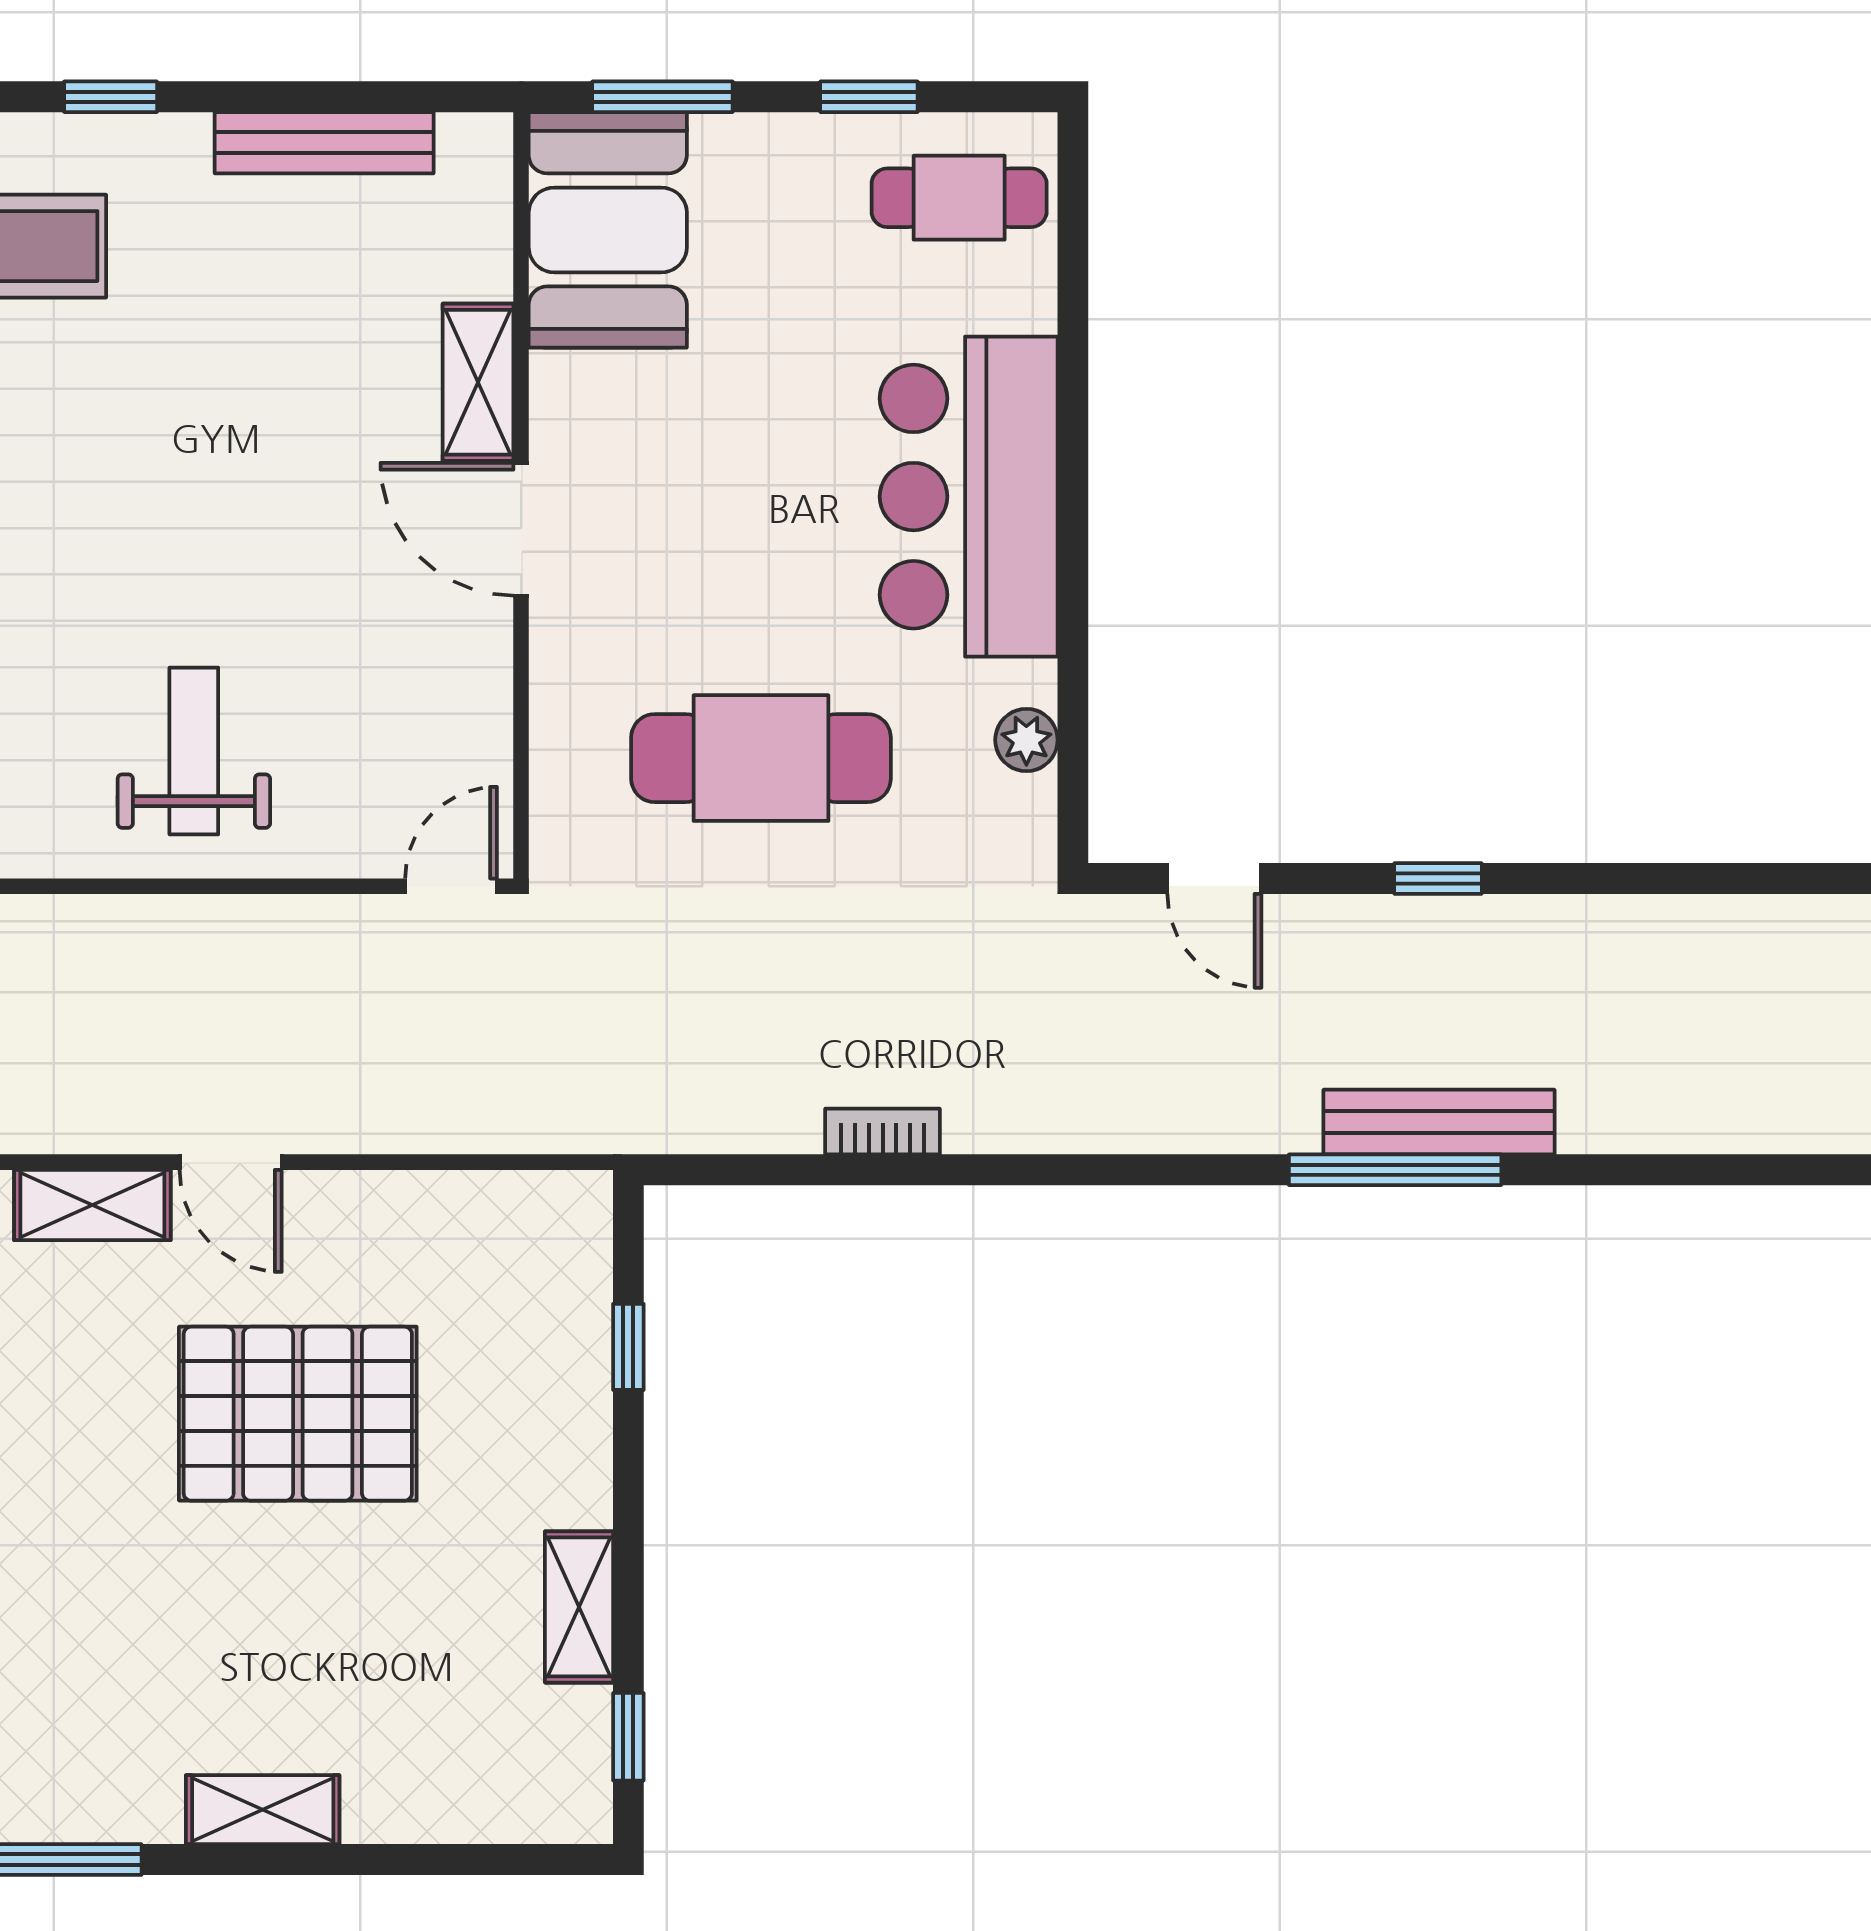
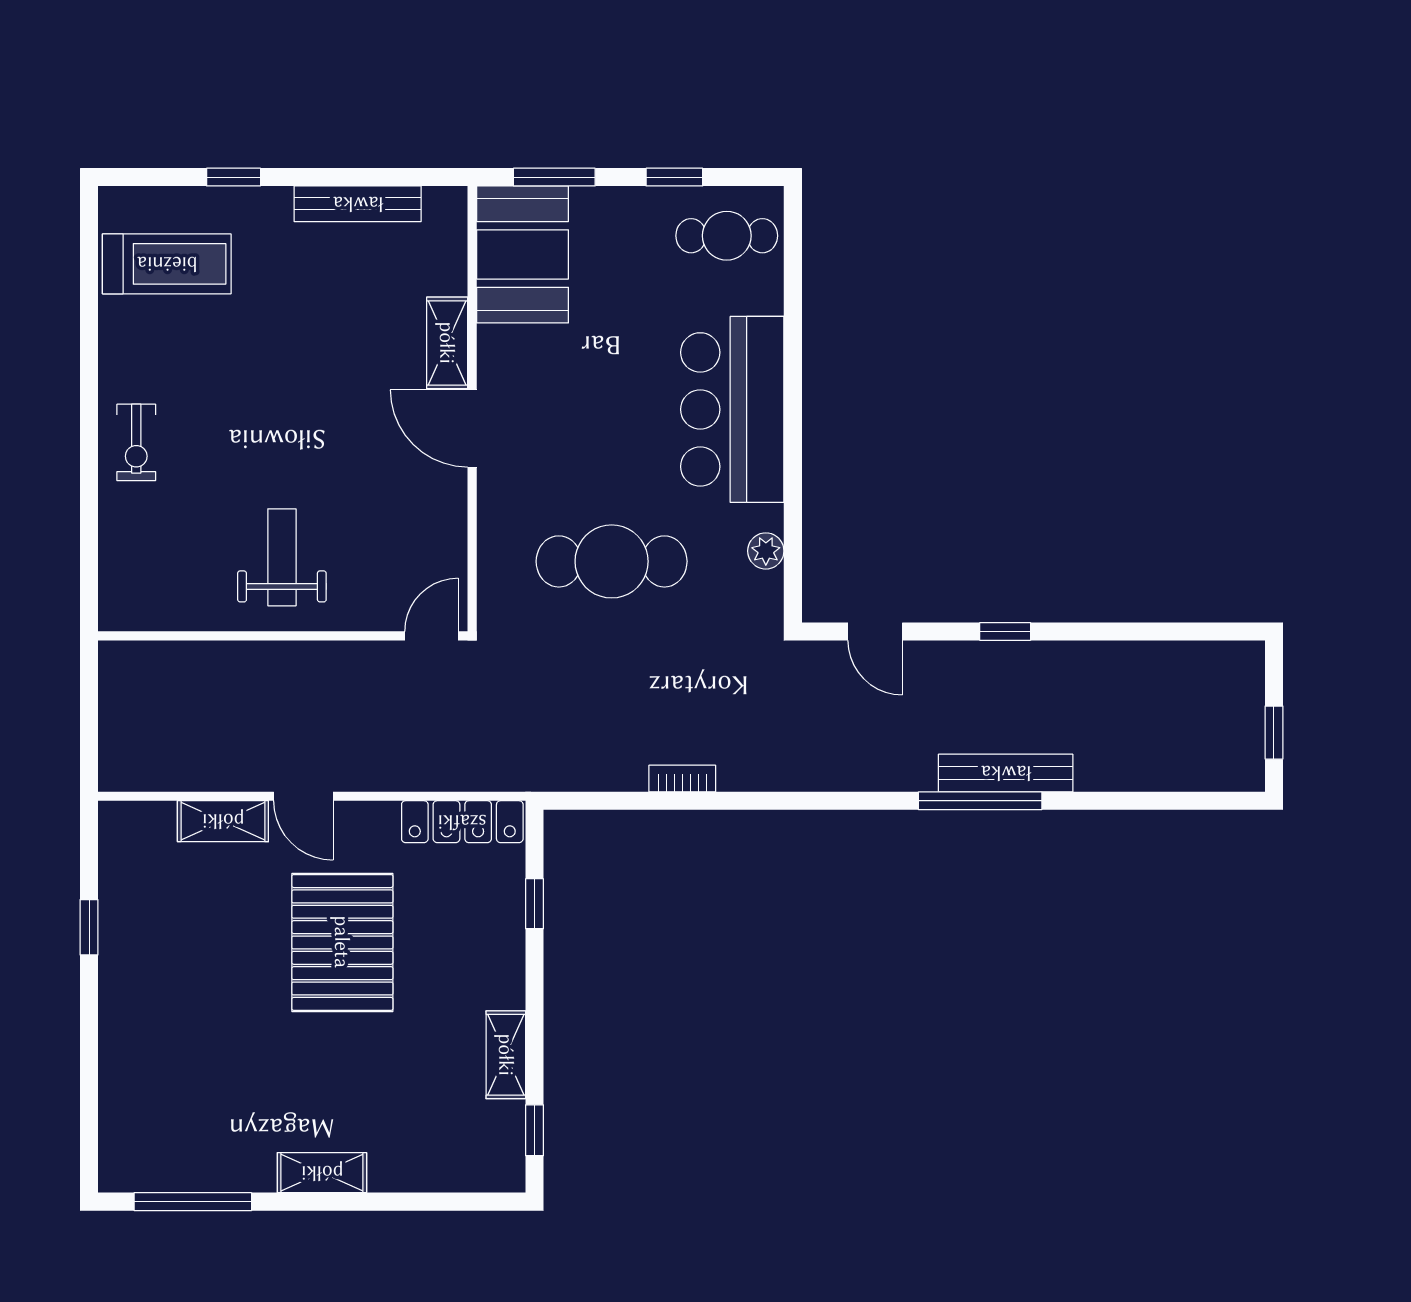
locker: (504, 1206) -> (462, 822), added
pallet: (298, 1414) -> (342, 942), turned 90

